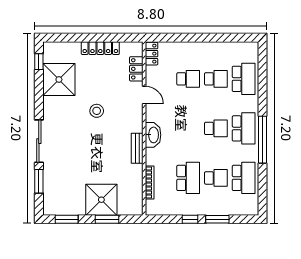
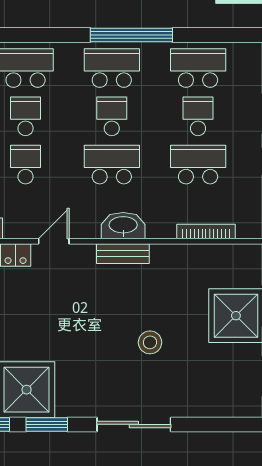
stool: (97, 111) -> (150, 342), moved
school desk: (188, 128) -> (112, 165), added
bench: (137, 148) -> (123, 254), moved
window: (39, 181) -> (47, 424), moved

